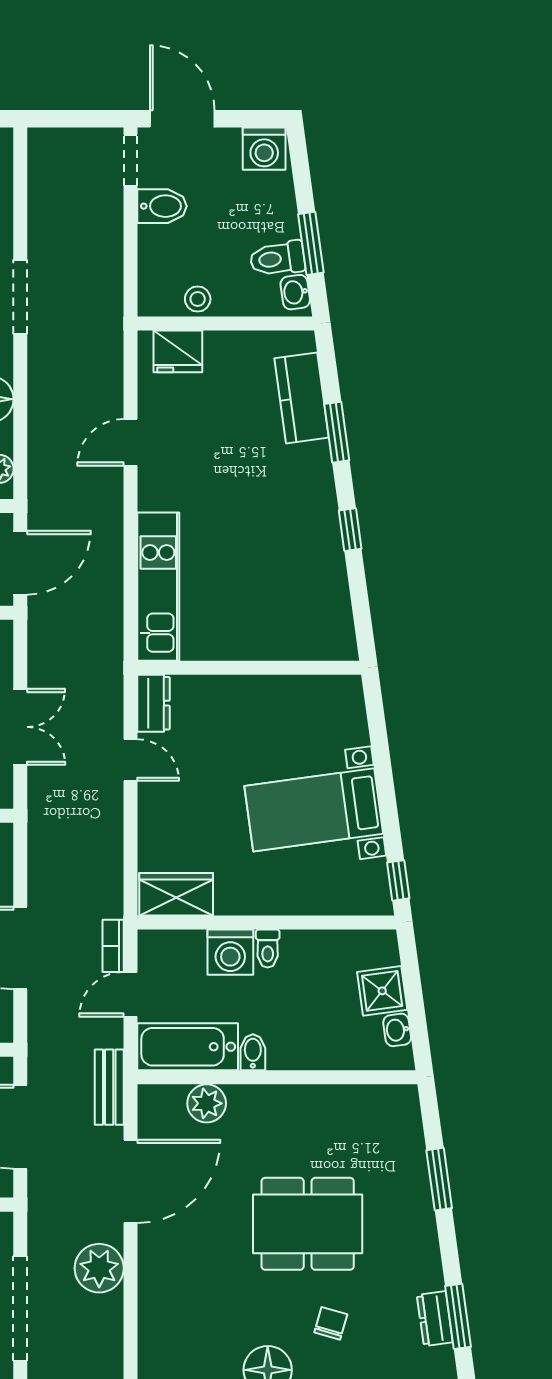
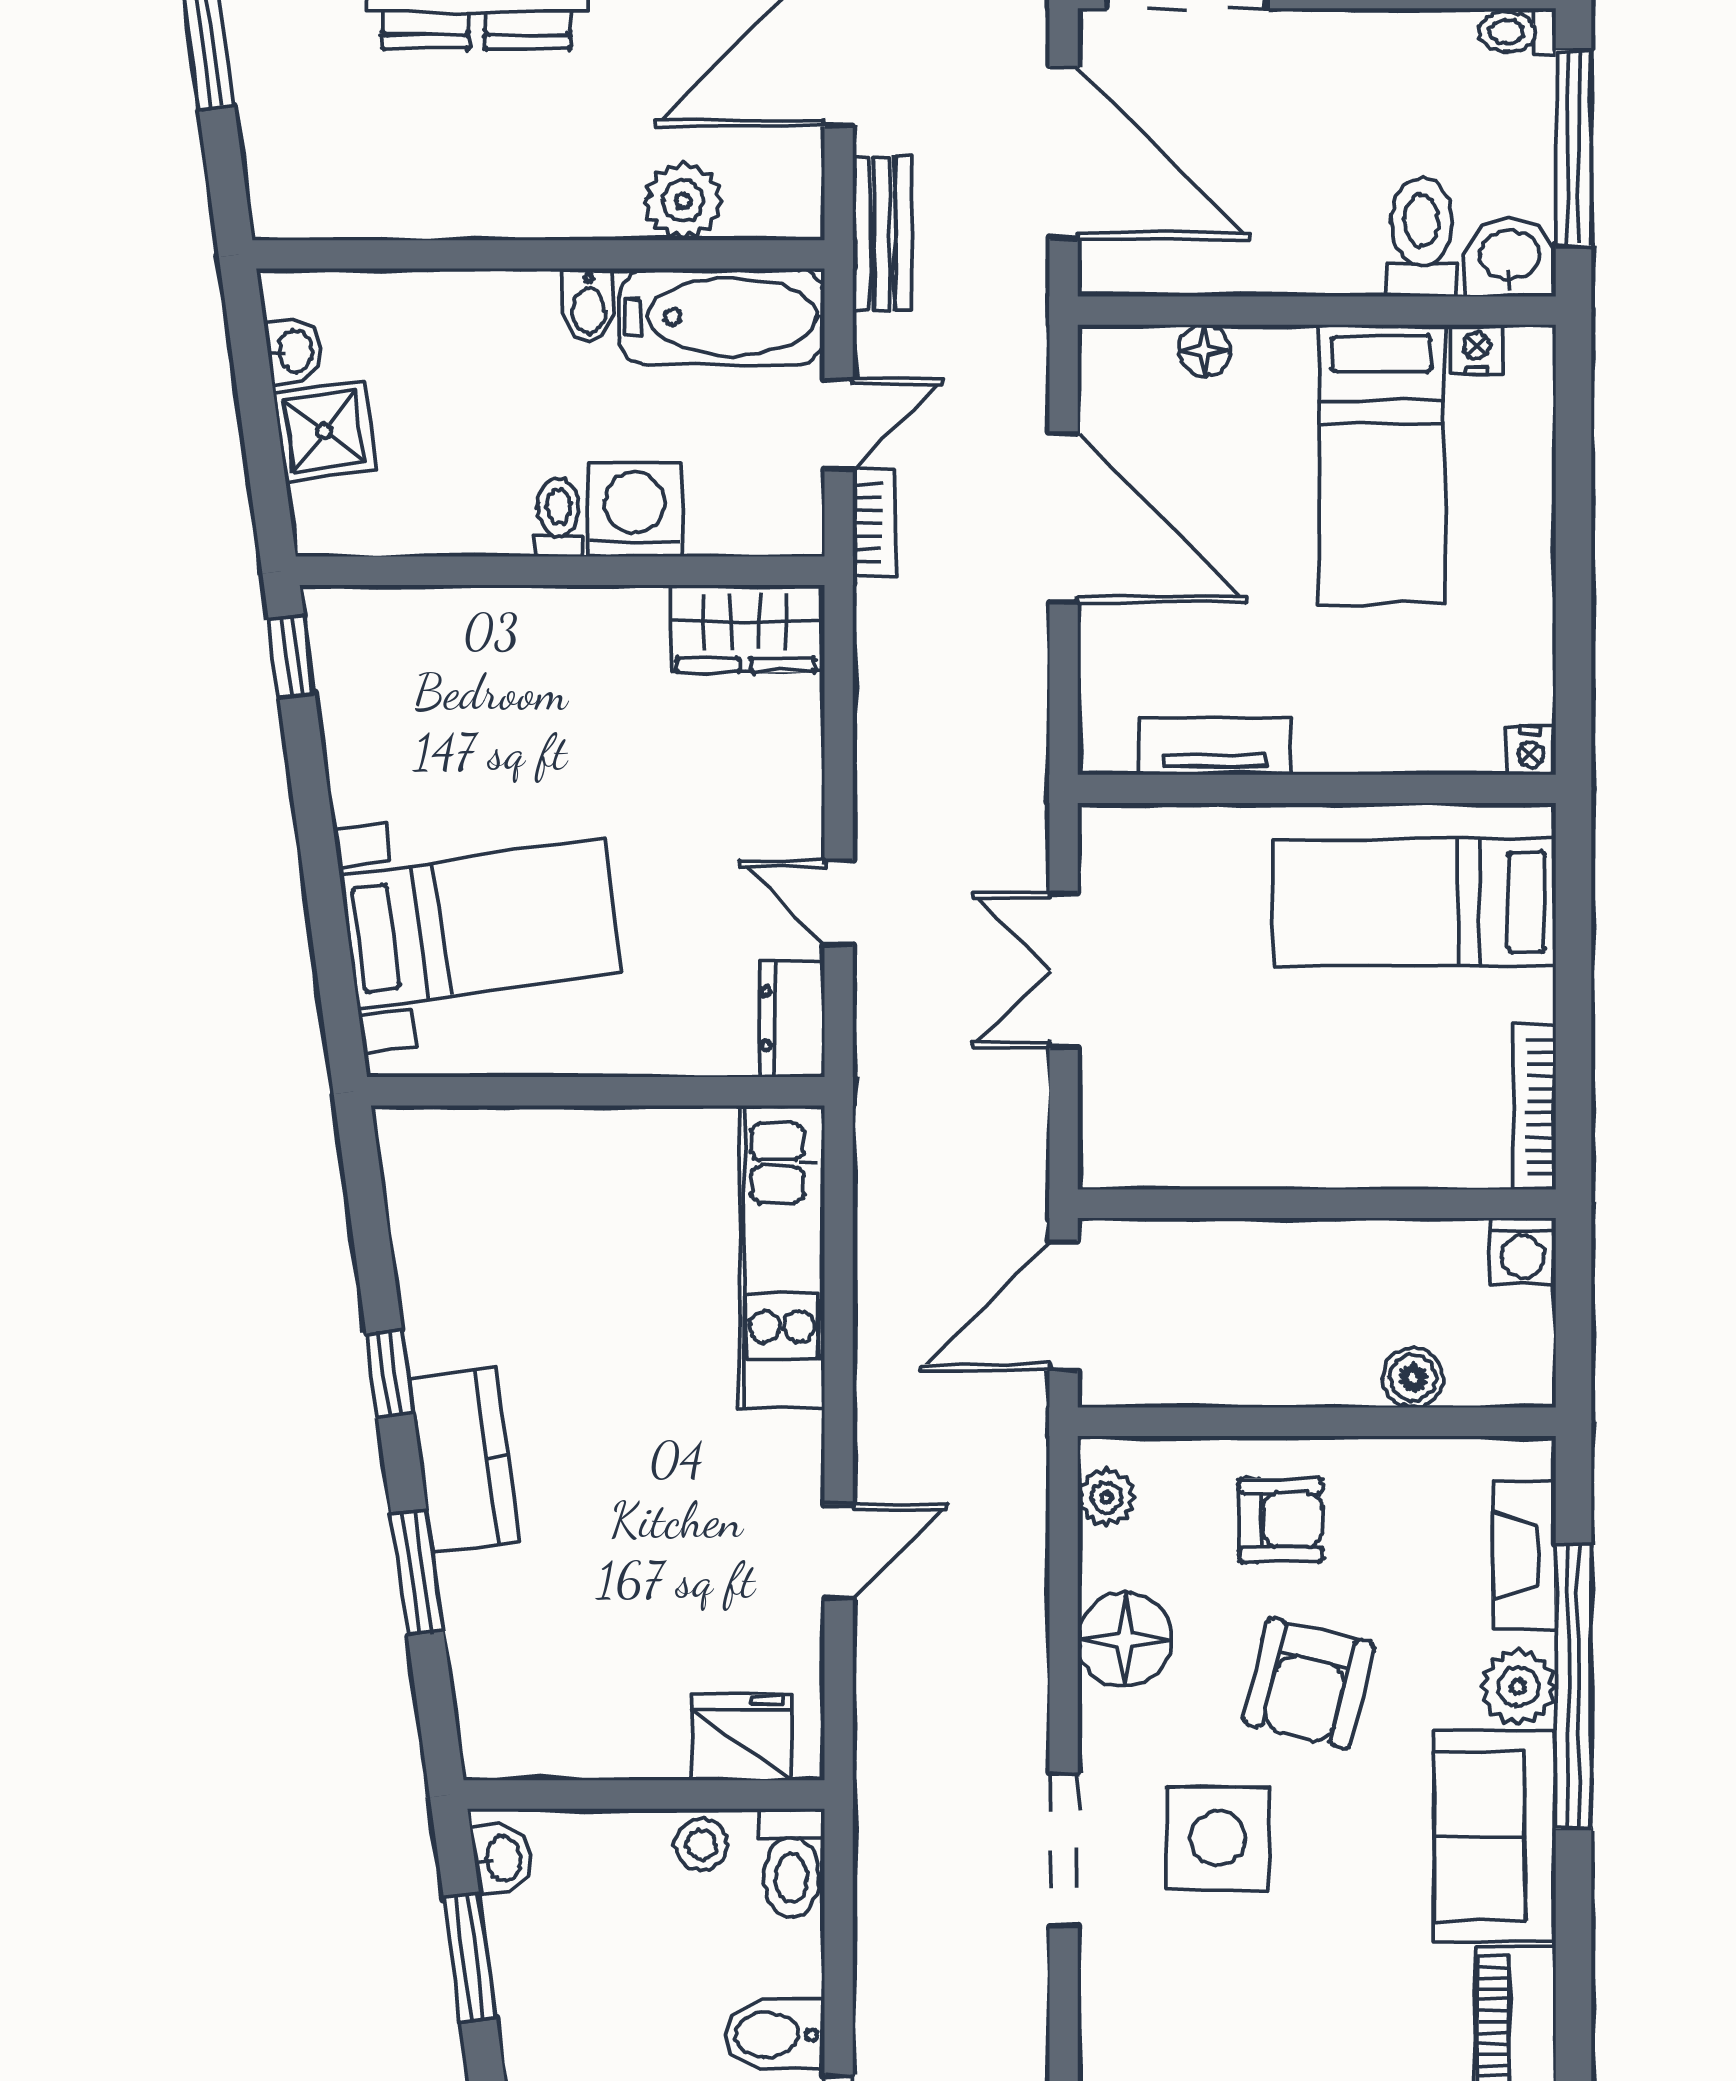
toilet: (277, 259) -> (792, 1863), moved, turned 98
kitchen counter: (302, 398) -> (464, 1461), moved
bed with nightstands: (314, 810) -> (481, 924), moved

